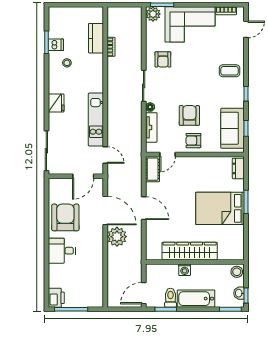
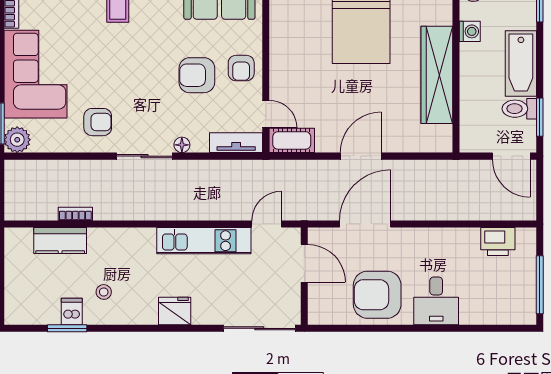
tv unit: (151, 127) -> (236, 143), moved
plant: (117, 237) -> (411, 203), removed
washing machine: (185, 270) -> (470, 31), moved
printer: (56, 298) -> (498, 242), moved, turned 180

